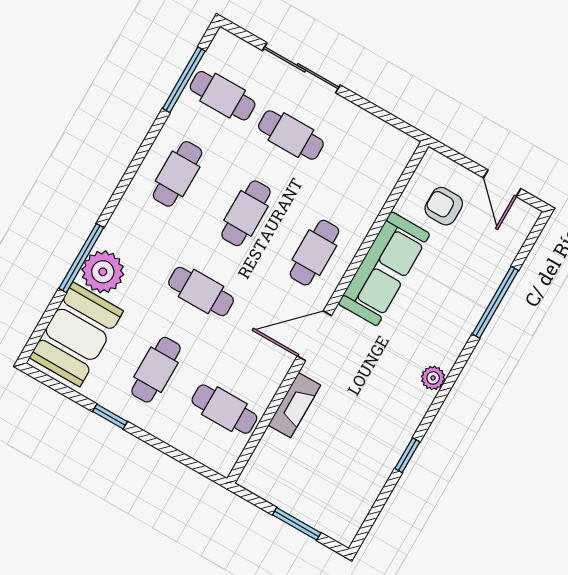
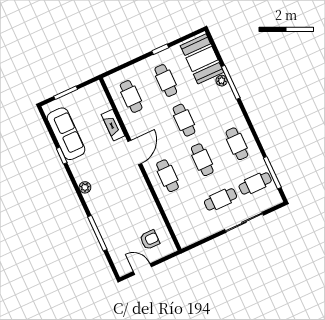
sofa: (384, 269) -> (66, 134), moved, turned 180
plant: (103, 272) -> (222, 81), width x0.53, depth x0.53
cafe table: (201, 292) -> (184, 120), turned 90
cafe table: (224, 409) -> (131, 96), turned 90

